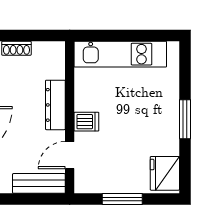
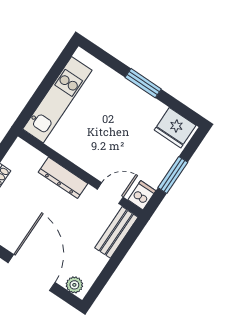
dishwasher: (86, 122) -> (142, 195), moved
door: (70, 155) -> (110, 193), swing flipped

